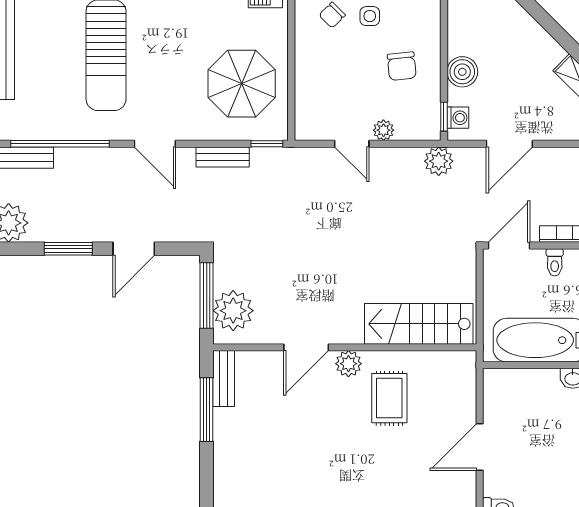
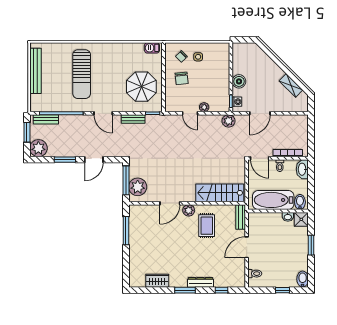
chair: (402, 66) -> (182, 78), moved
door: (509, 246) -> (260, 158), swing flipped
bench: (224, 379) -> (241, 217), moved

